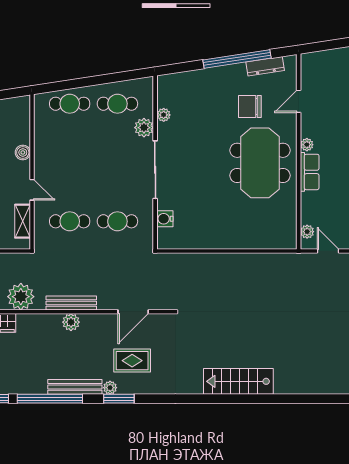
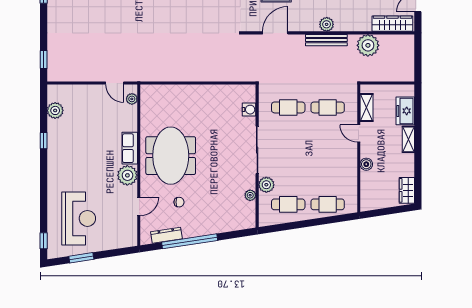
chair: (250, 106) -> (179, 202), width x0.54, depth x0.54
plant: (307, 145) -> (127, 175), width x1.88, depth x1.88

